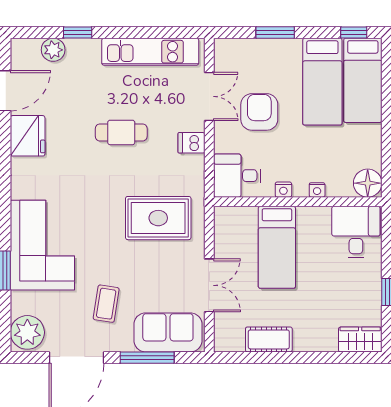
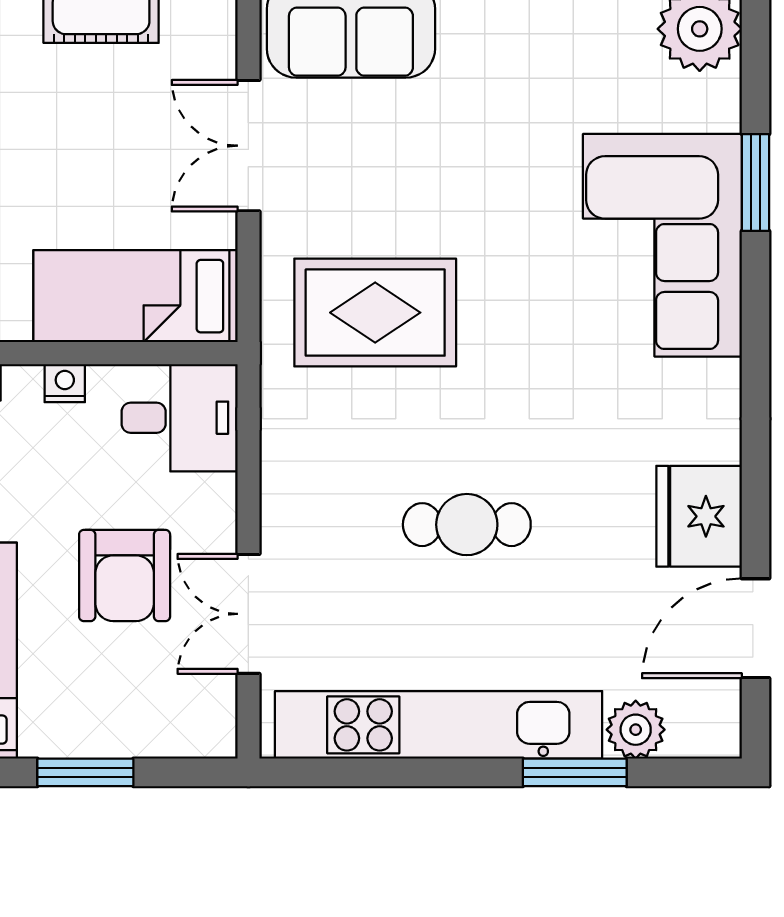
window: (78, 33) -> (575, 772), width x1.50
kitchen unit: (150, 52) -> (439, 725), width x1.36
dishwasher: (192, 143) -> (293, 499), removed
bed: (277, 247) -> (135, 296), moved, turned -90
coffee table: (106, 304) -> (504, 100), removed

